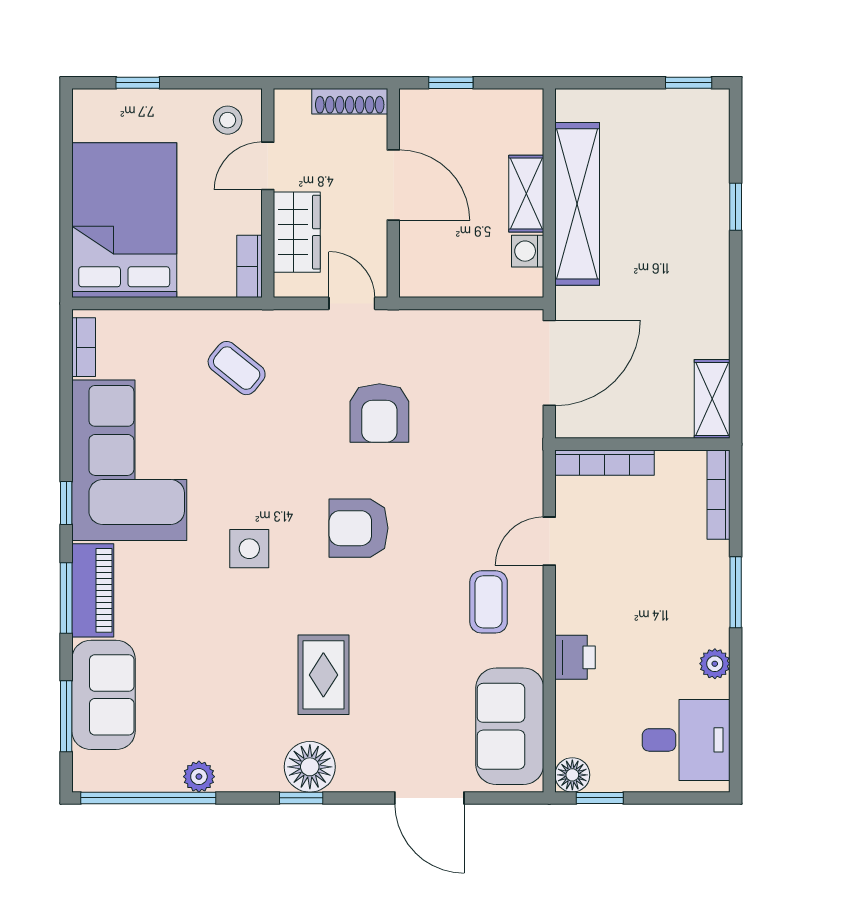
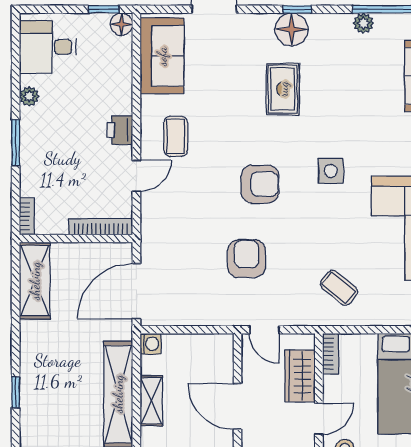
washing machine: (528, 251) -> (150, 344), moved
shelving: (712, 399) -> (35, 281), width x1.50, depth x1.33
bookcase: (719, 495) -> (27, 216), width x0.64
printer: (575, 657) -> (120, 130), moved

